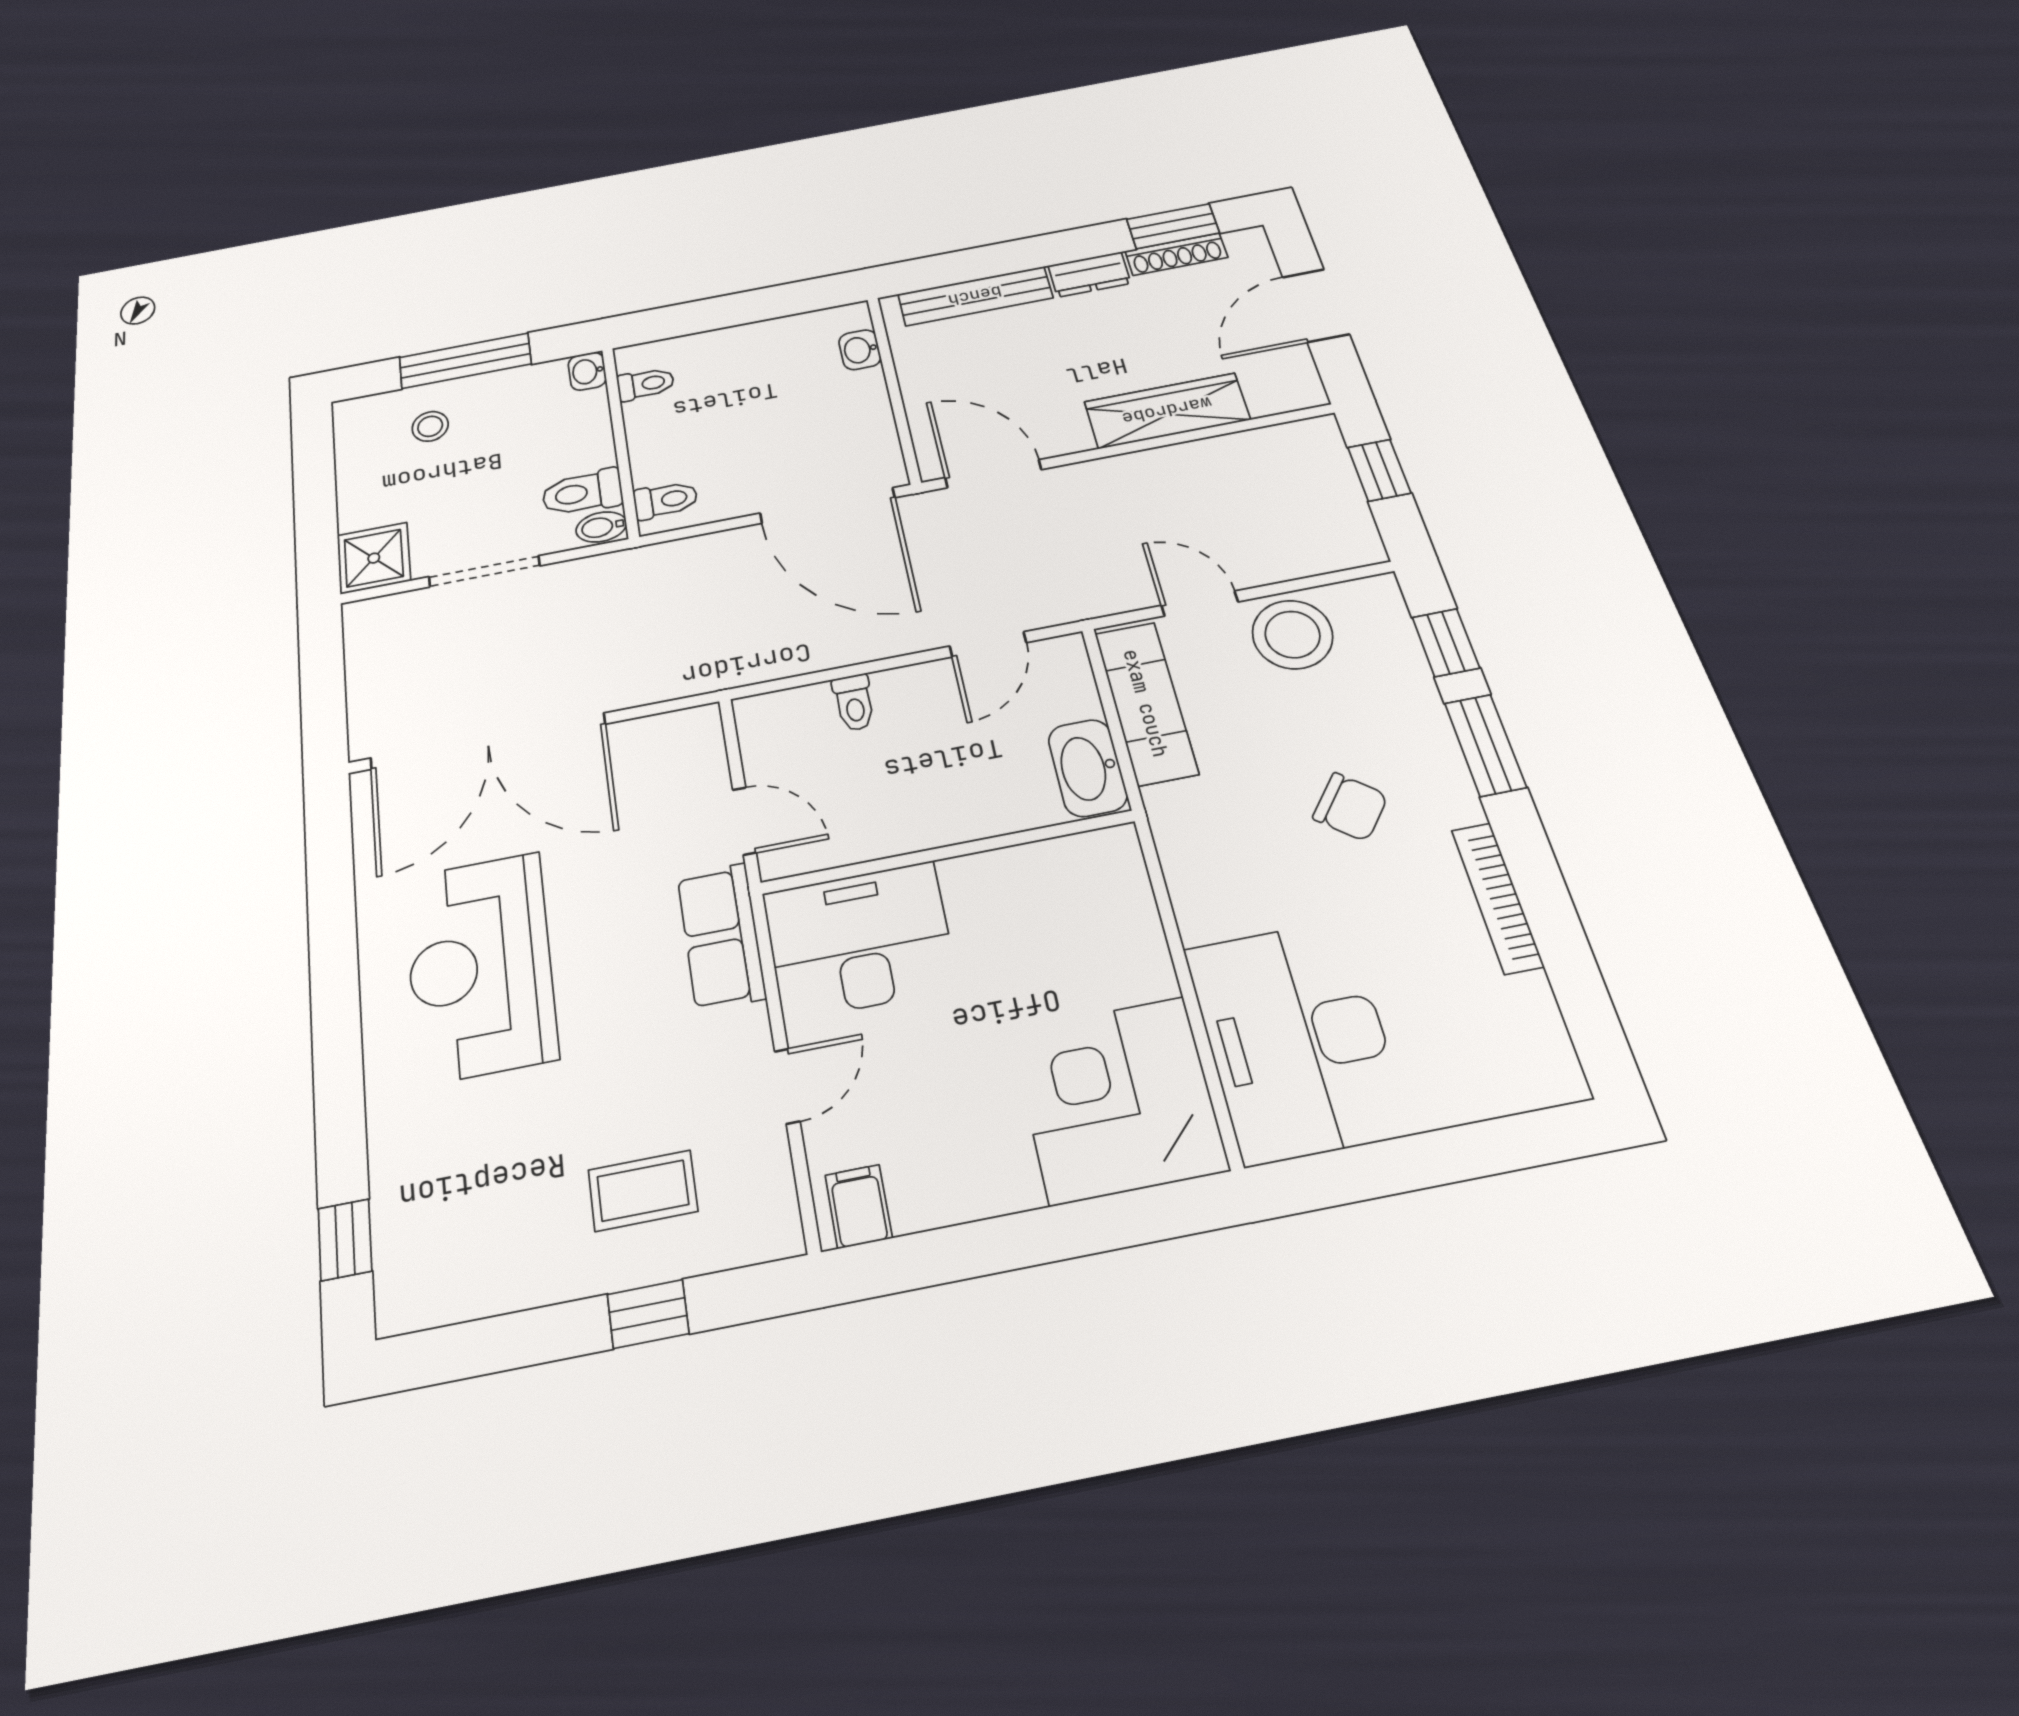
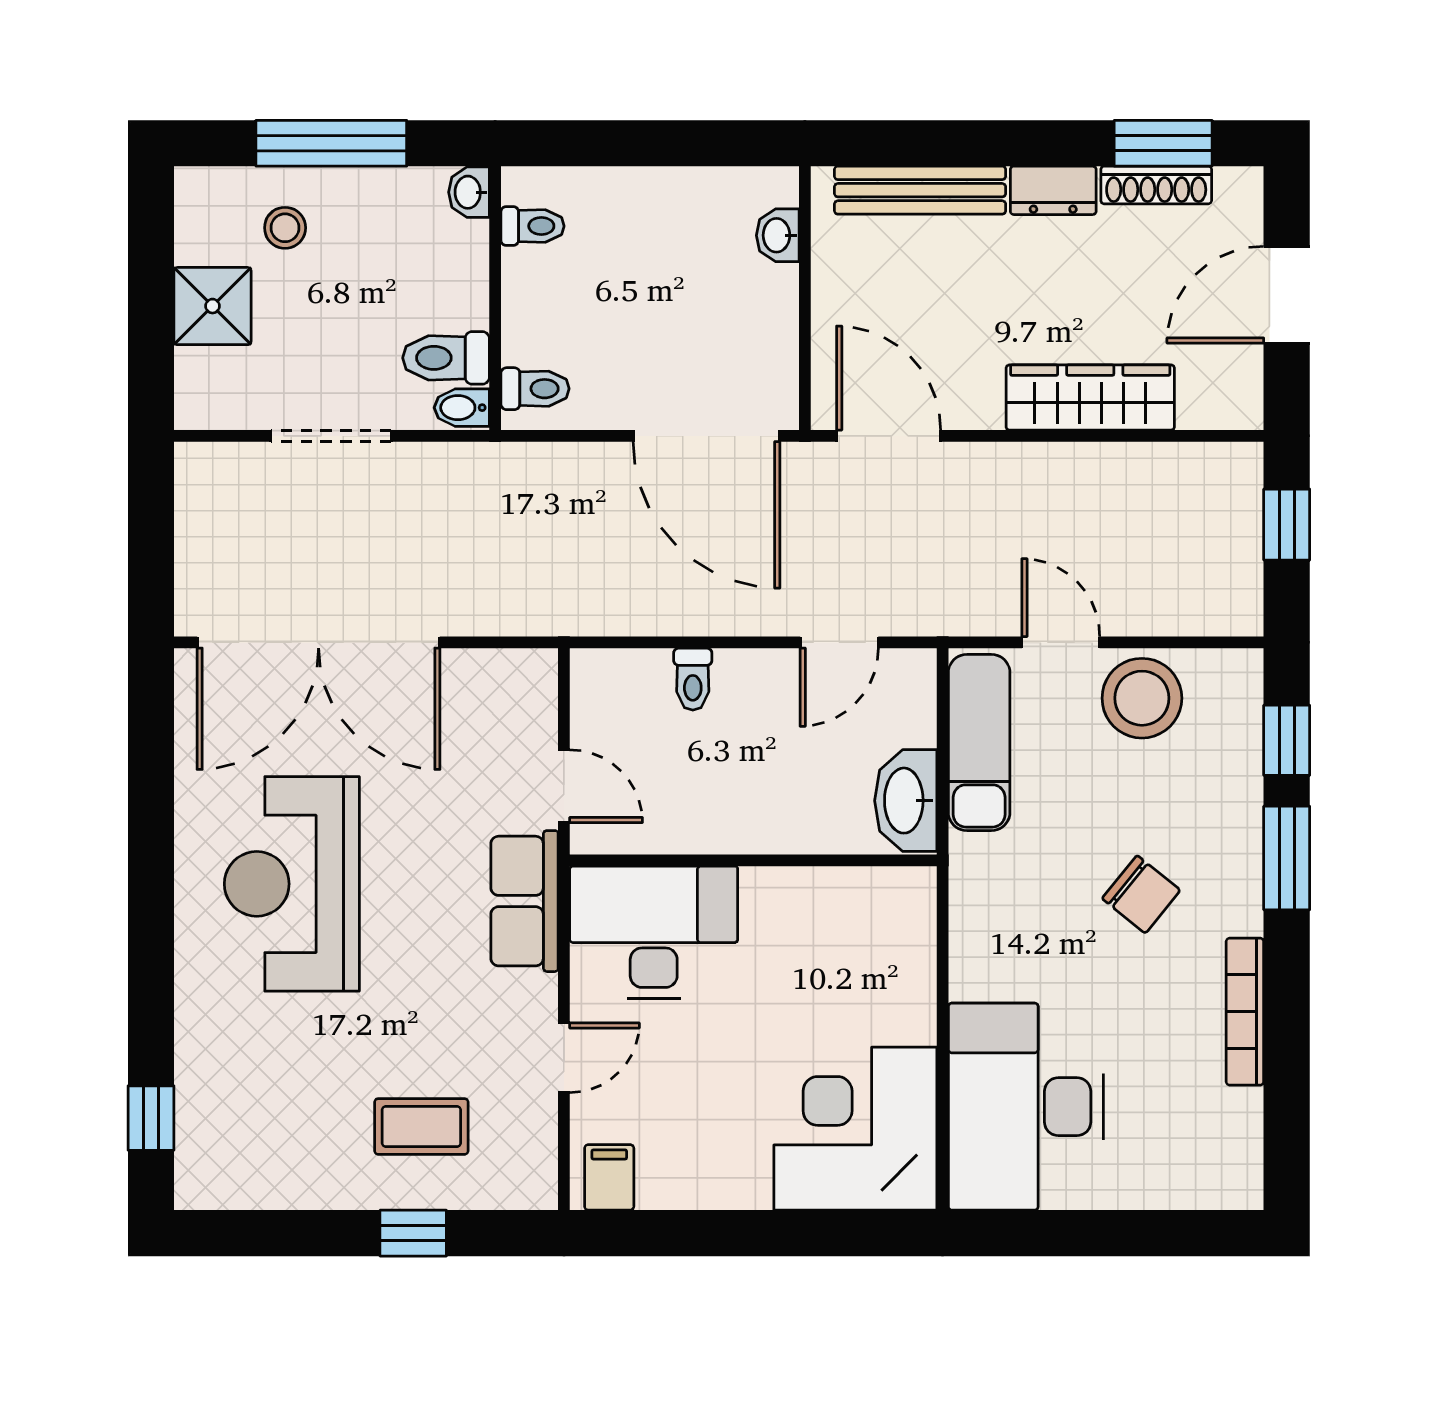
shower: (374, 558) -> (213, 306), moved

